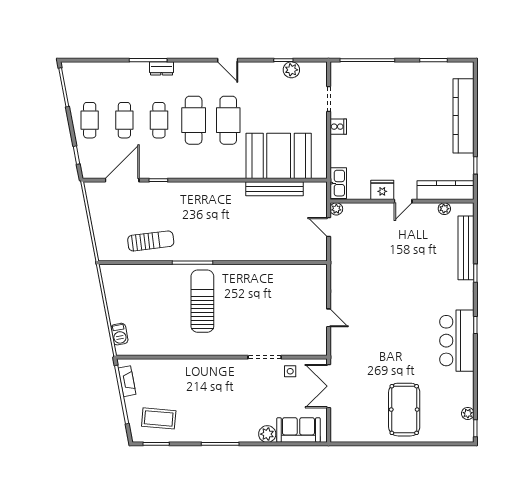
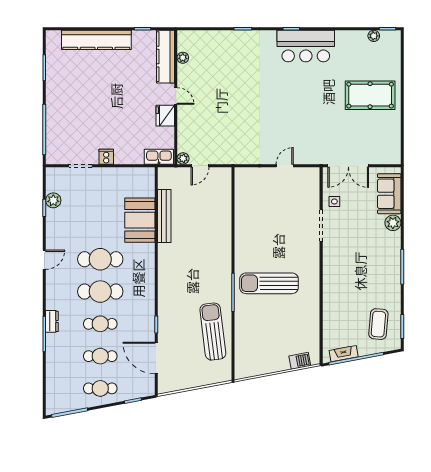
booth: (279, 156) -> (140, 220), width x0.73, depth x0.70
sun lounger: (151, 241) -> (213, 332), width x1.36, depth x1.34
bench: (466, 248) -> (219, 38), removed

